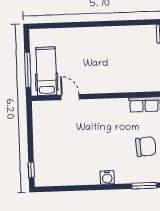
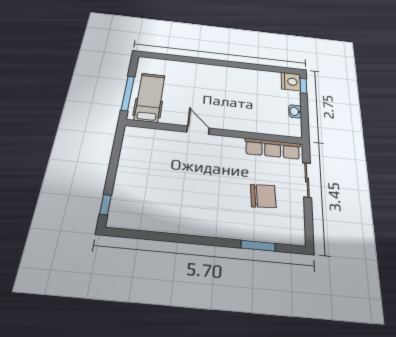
door: (70, 97) -> (198, 130), moved
water cooler: (107, 177) -> (208, 228), removed

